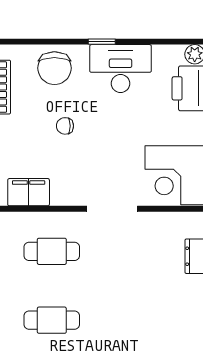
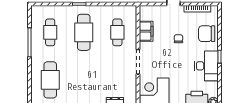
filing cabinet: (29, 192) -> (146, 31), moved
cafe table: (52, 320) -> (84, 32), width x1.37, depth x1.35

